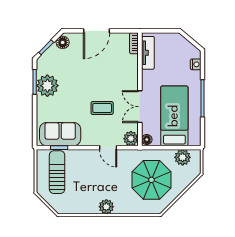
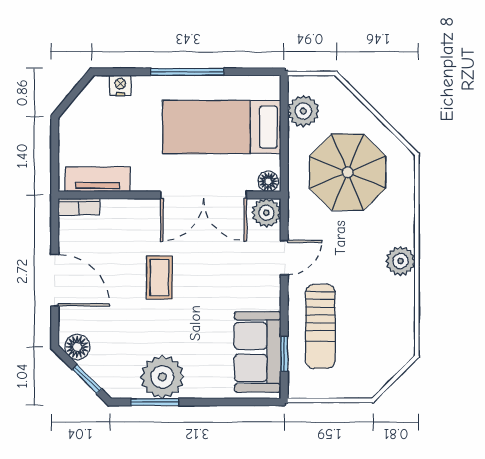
double door: (140, 107) -> (204, 195), width x1.37
coffee table: (102, 108) -> (159, 277), moved
sun lounger: (57, 172) -> (320, 326), moved, turned -90

